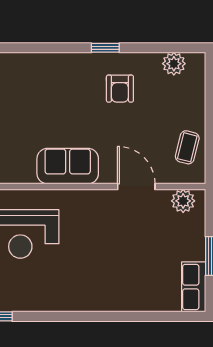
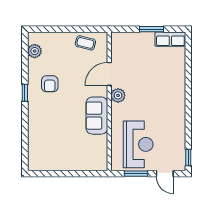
armchair: (120, 89) -> (50, 84), turned 90
plant: (183, 201) -> (118, 95), moved

